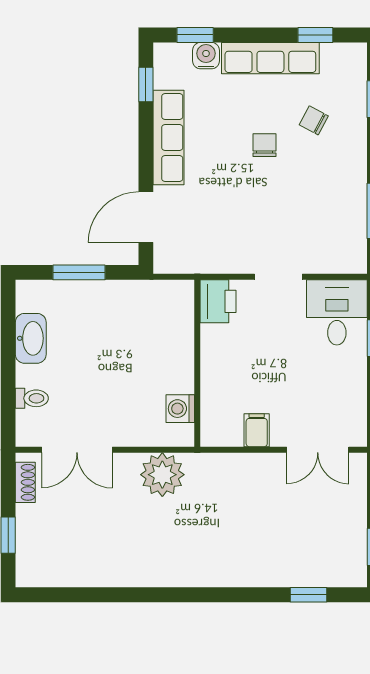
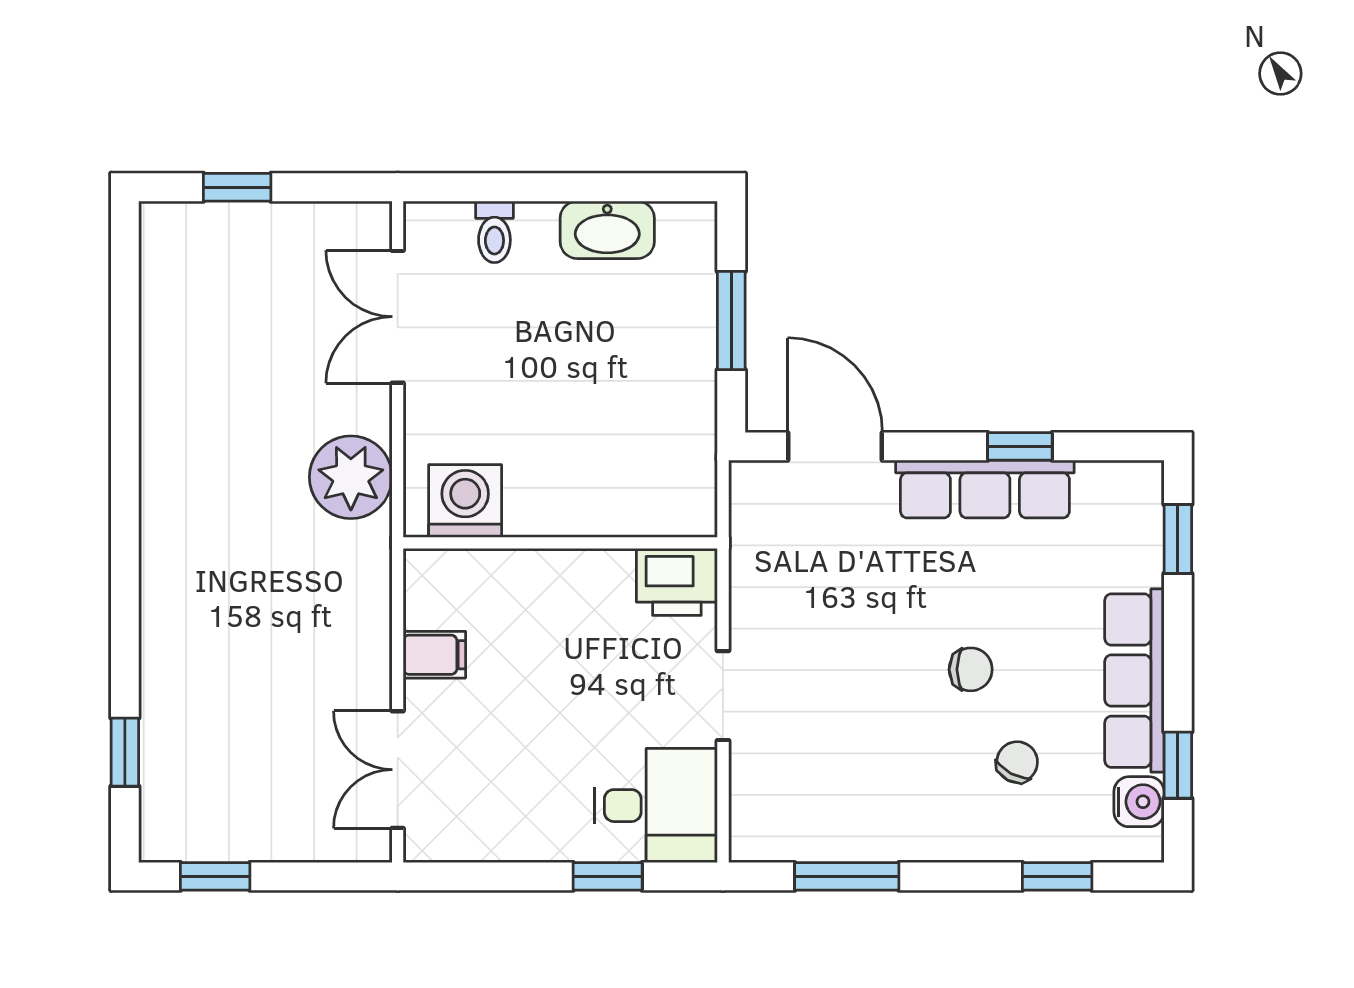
water cooler: (206, 56) -> (1139, 802), moved
window: (146, 85) -> (1020, 446), moved
washing machine: (180, 409) -> (465, 501), width x1.38, depth x1.38
shoe rack: (25, 482) -> (336, 220), removed

